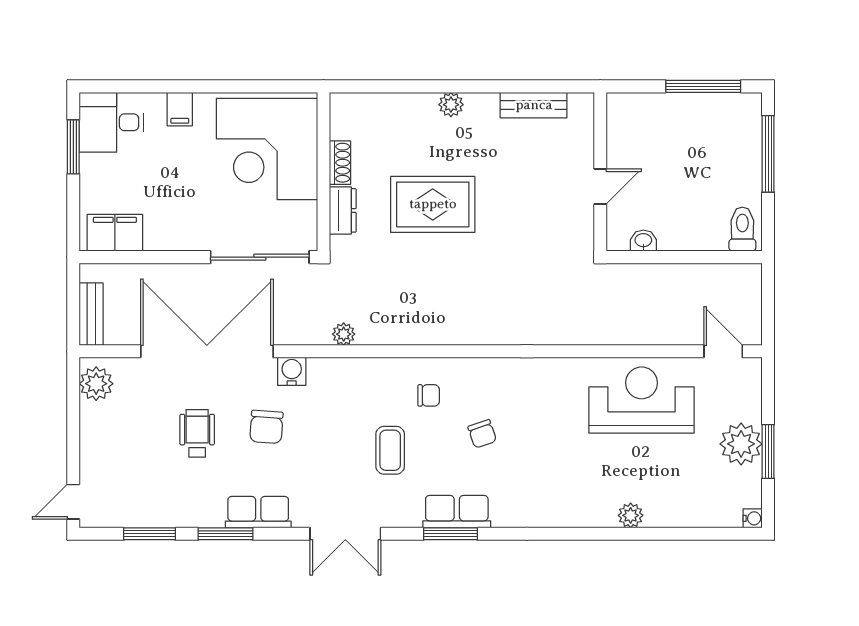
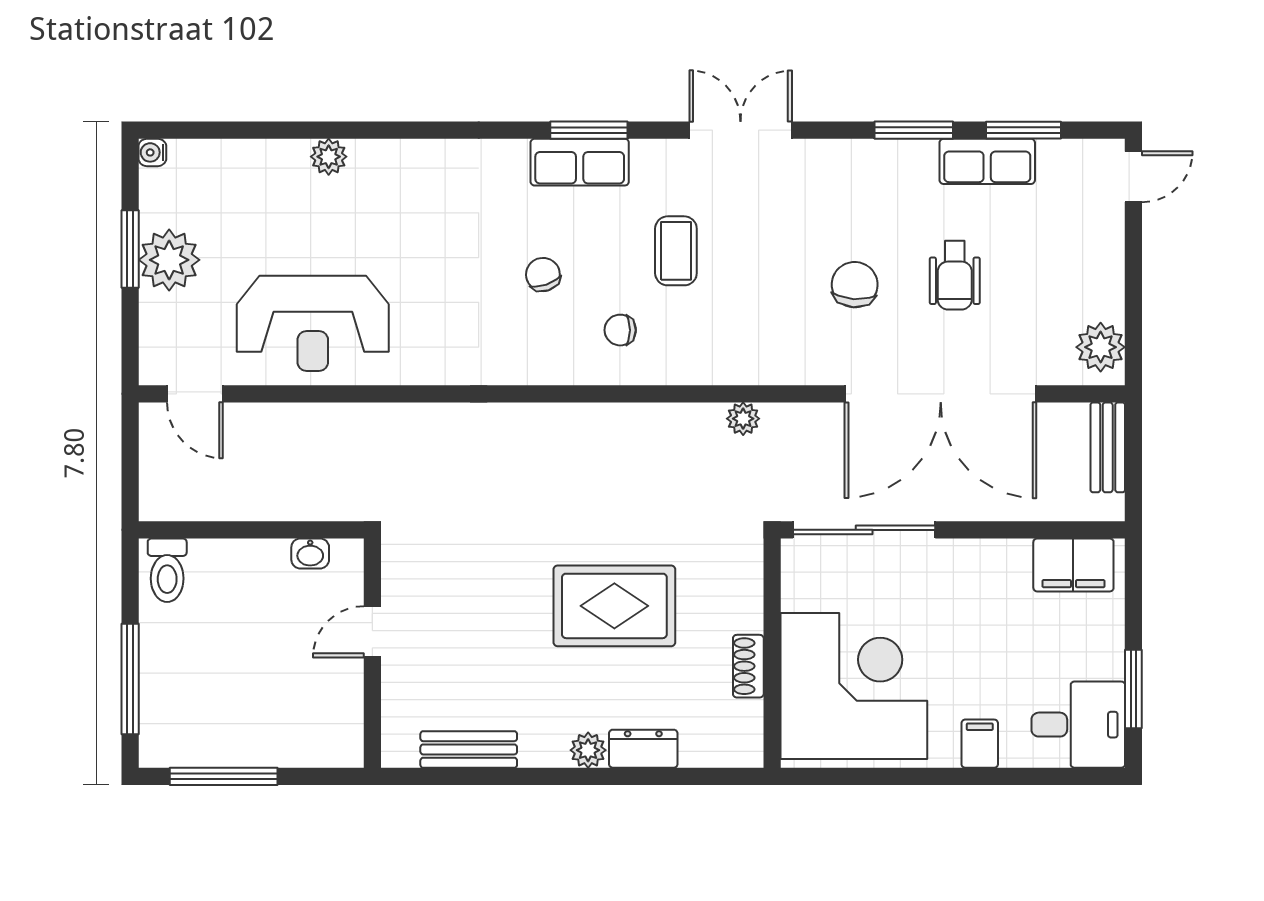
dresser: (343, 210) -> (643, 749), moved, turned 90
water cooler: (292, 371) -> (818, 365), removed
row of seats: (258, 512) -> (987, 161), moved

